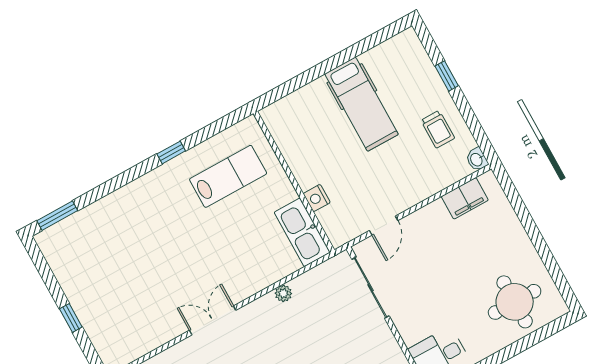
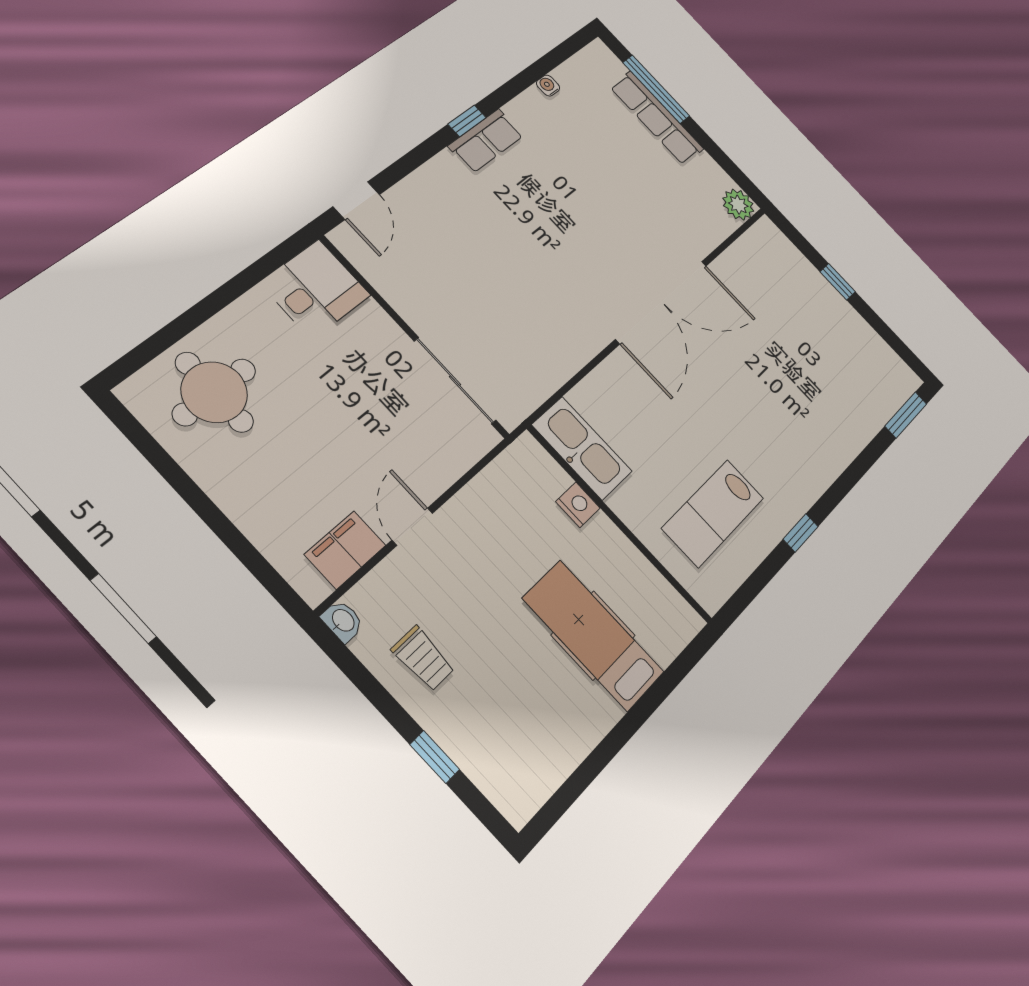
hospital bed: (361, 104) -> (593, 635), moved
trolley: (438, 129) -> (423, 659), turned 180
door: (384, 226) -> (412, 527), moved
plant: (283, 293) -> (579, 353), removed
double door: (213, 320) -> (662, 302), width x1.87

